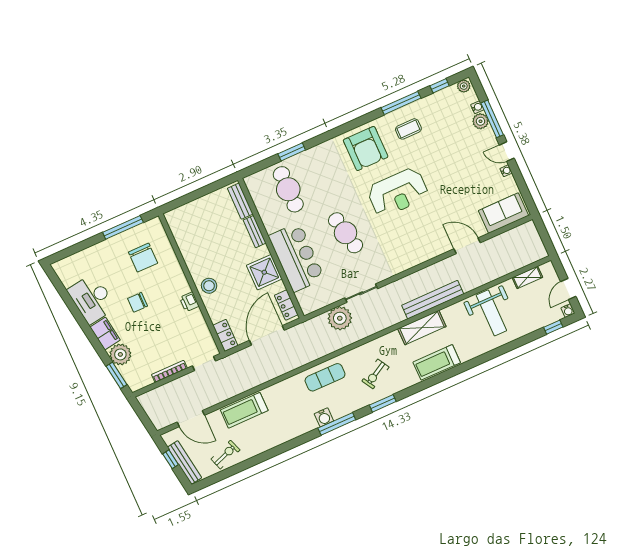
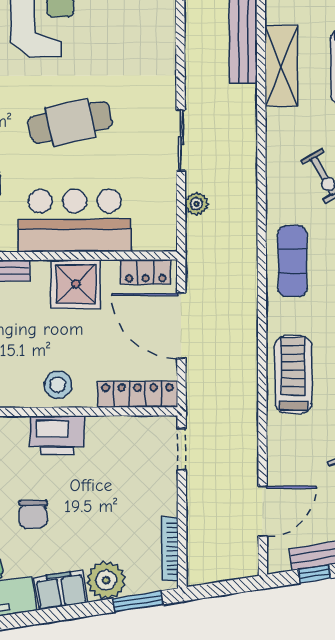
printer: (189, 302) -> (57, 435), width x1.87, depth x1.48
plant: (340, 318) -> (196, 204), width x0.53, depth x0.53
locker: (225, 335) -> (138, 394), width x1.53
bookcase: (169, 371) -> (170, 549), moved
treadmill: (244, 410) -> (293, 375), moved, turned 180

